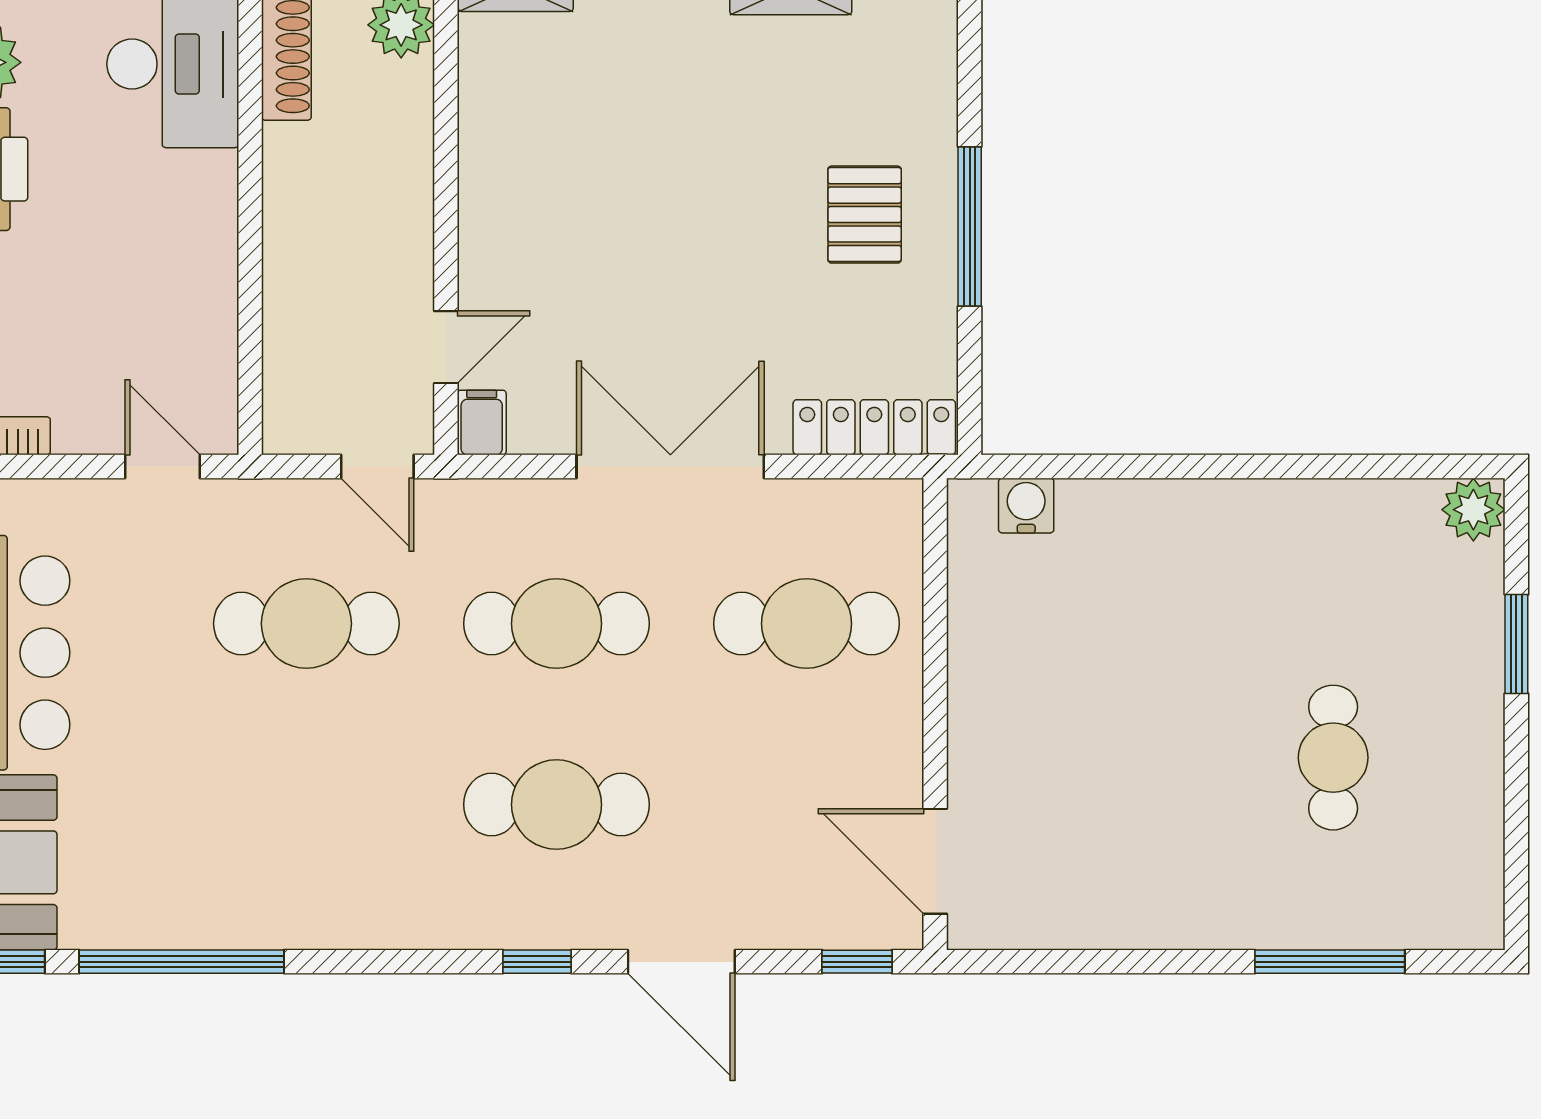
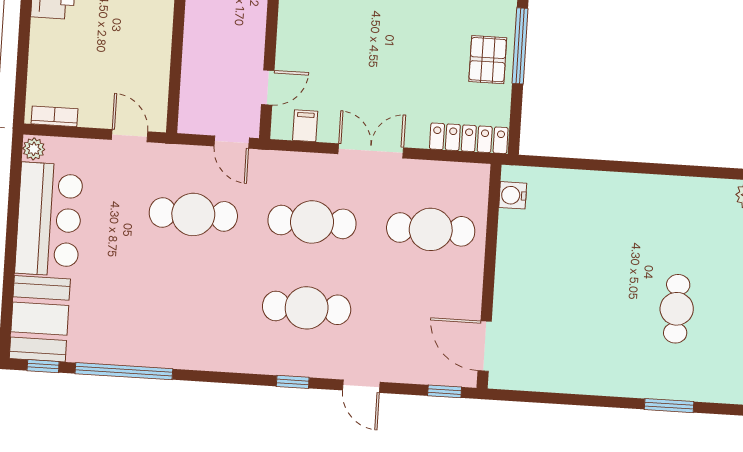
pallet: (865, 215) -> (488, 60), moved
filing cabinet: (482, 423) -> (305, 126), moved
double door: (670, 467) -> (371, 151), width x0.73
water cooler: (1026, 506) -> (513, 195), moved, turned -90
door: (681, 962) -> (361, 386), width x0.73
window: (1330, 962) -> (669, 406), width x0.69

